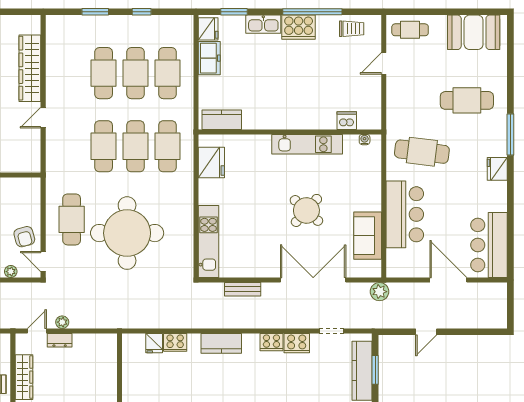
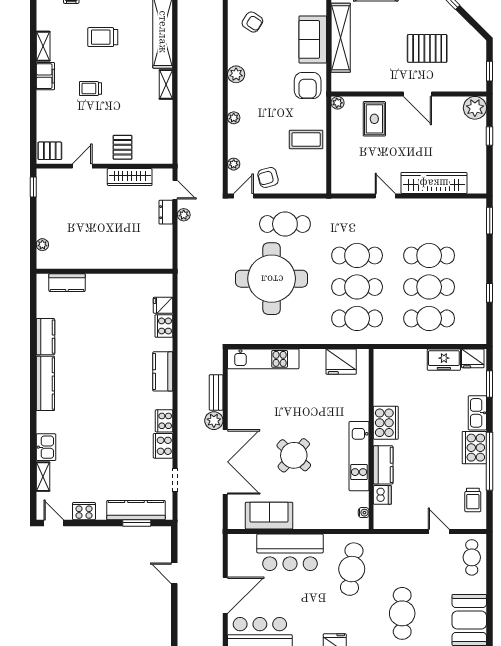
window: (95, 12) -> (490, 221), moved
cooker: (273, 117) -> (386, 423), added
kitchen counter: (222, 120) -> (383, 465), moved
plant: (380, 292) -> (214, 421), moved

